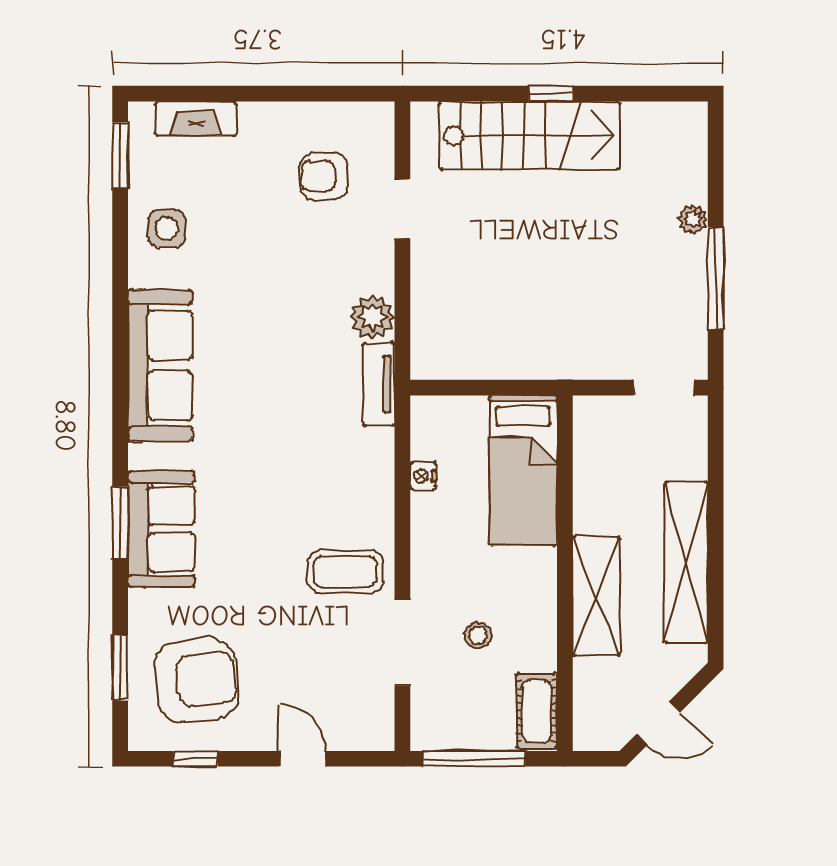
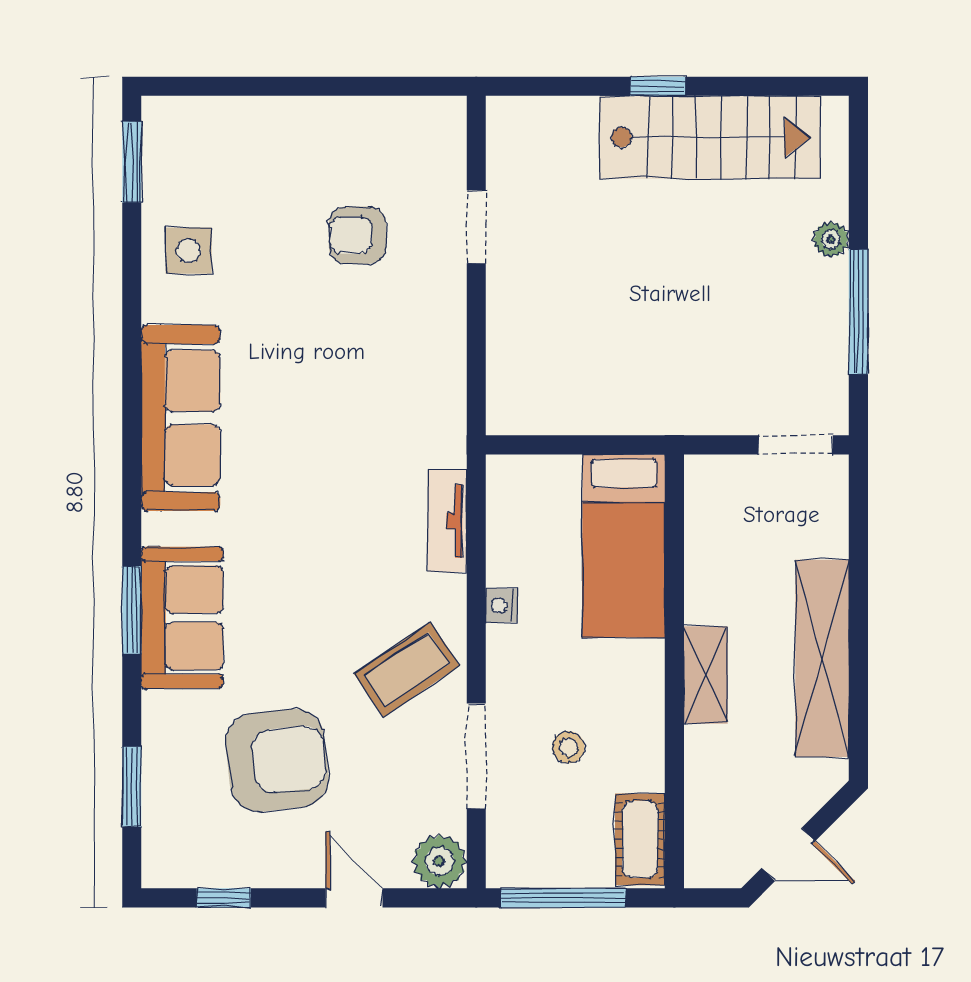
fireplace: (196, 119) -> (224, 117), removed
stairs: (530, 135) -> (710, 137), moved
armchair: (324, 176) -> (358, 235), moved
plant: (372, 317) -> (440, 861), moved
tv unit: (379, 384) -> (447, 521), moved
nightstand: (423, 476) -> (501, 605), moved
coffee table: (346, 572) -> (407, 670), turned -34
shelving: (596, 596) -> (706, 675), width x0.67, depth x0.75
armchair: (196, 680) -> (277, 760), moved

